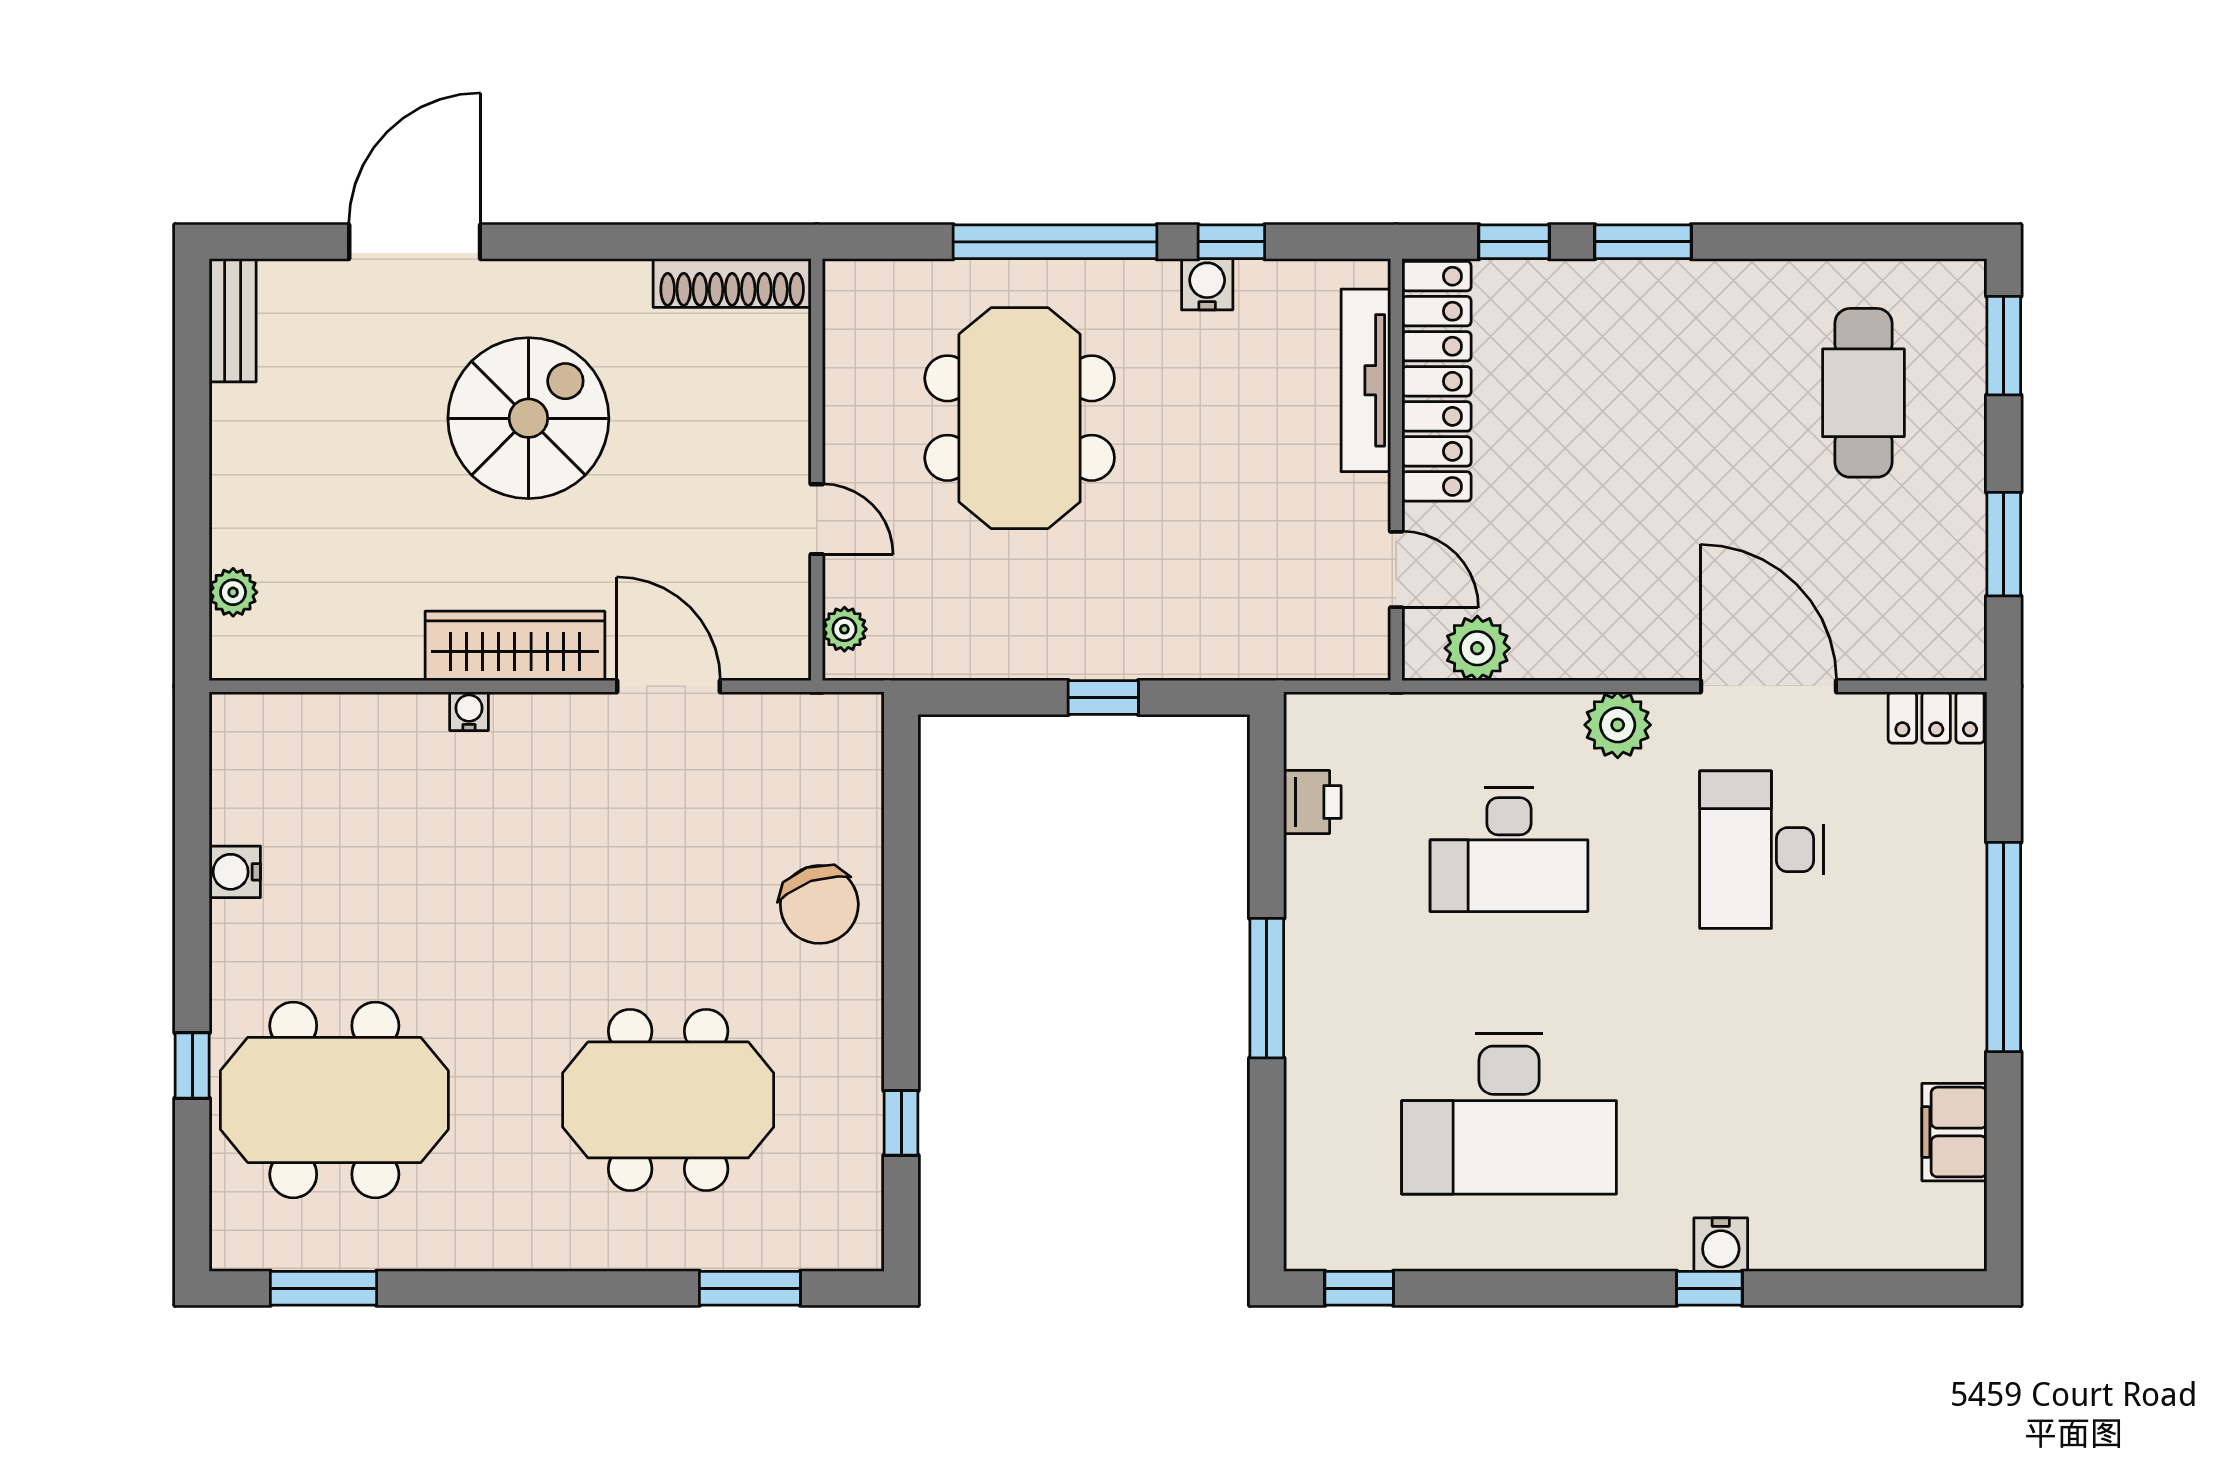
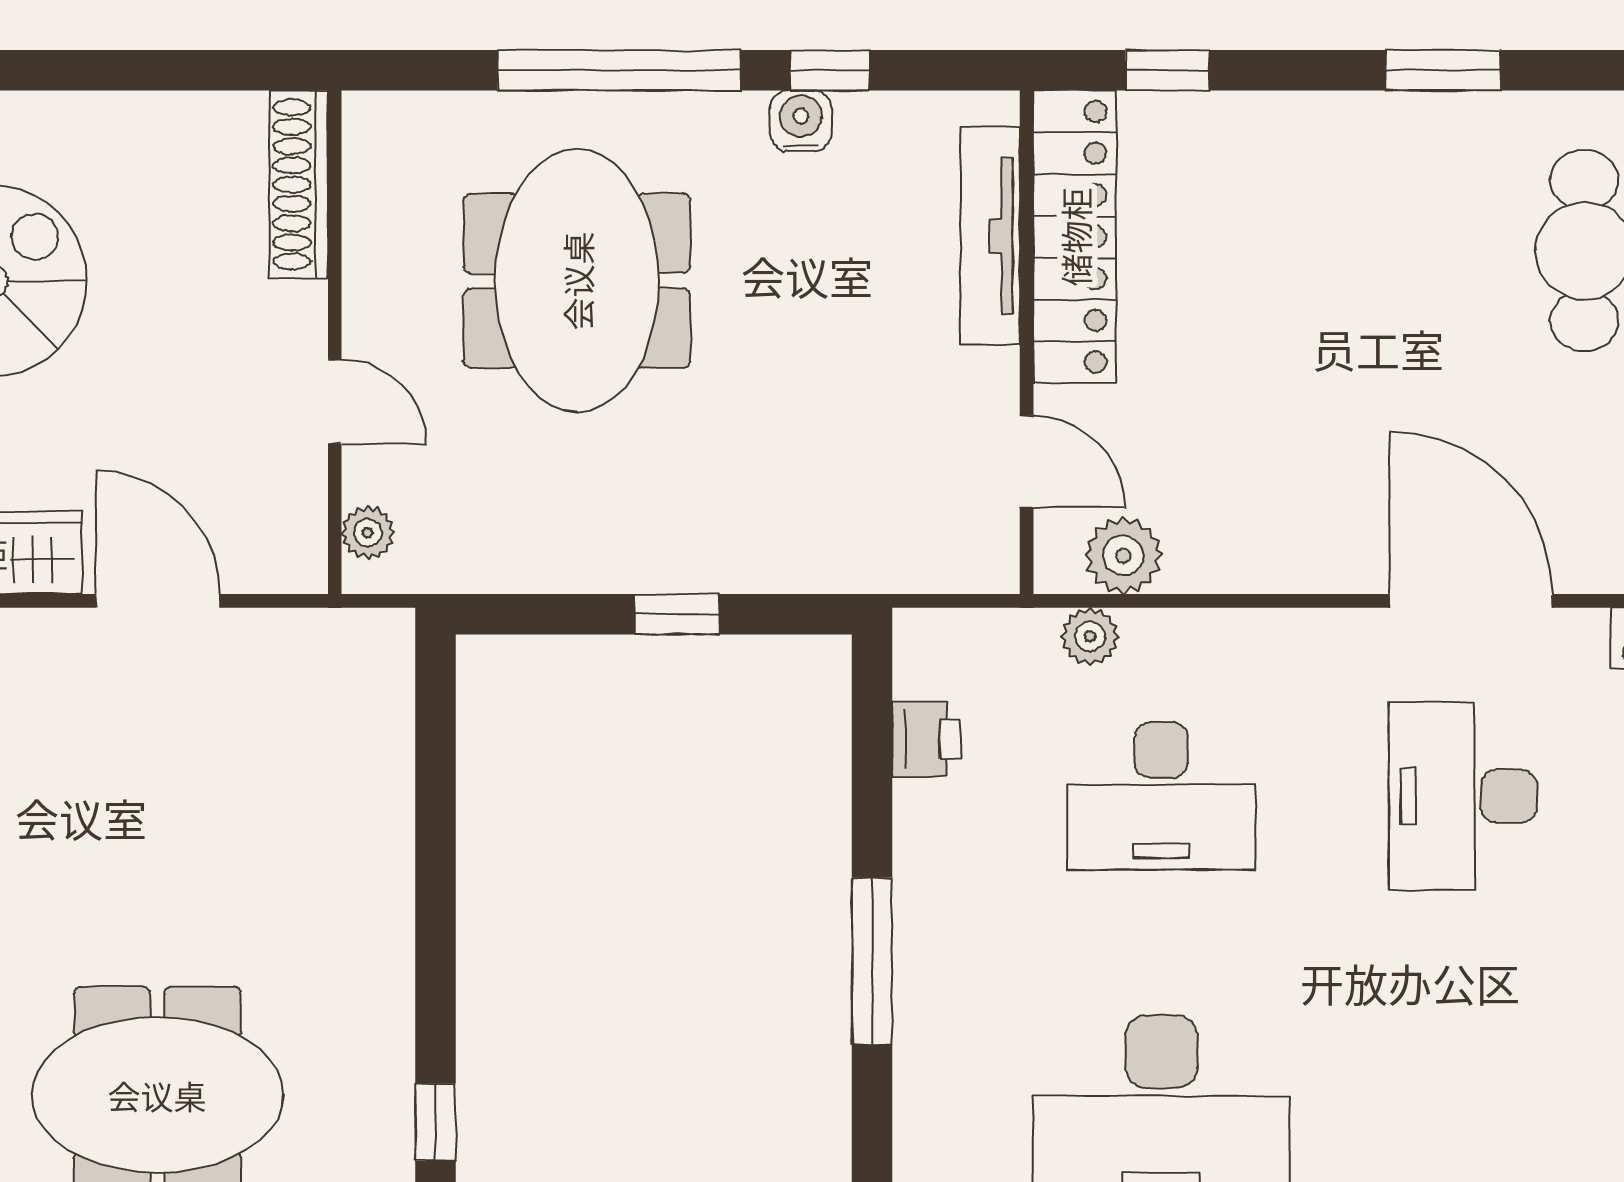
window: (1643, 242) -> (1443, 70), moved
shoe rack: (732, 283) -> (299, 185), moved, turned 90
plant: (1618, 725) -> (1090, 636), moved, width x0.73, depth x0.73
chair: (819, 904) -> (338, 861), removed

